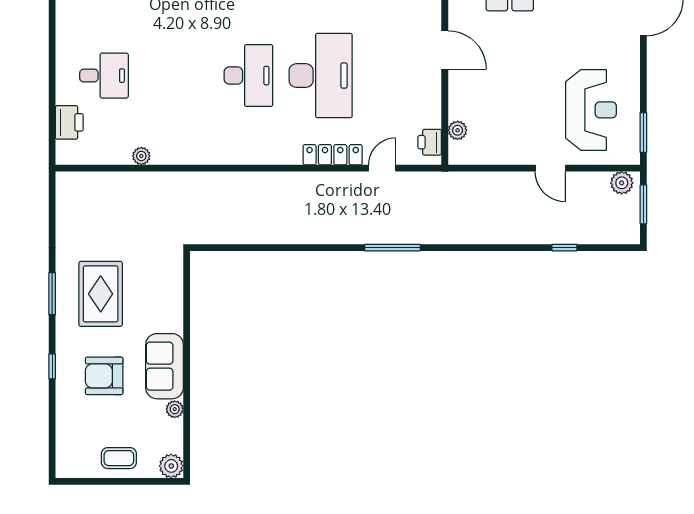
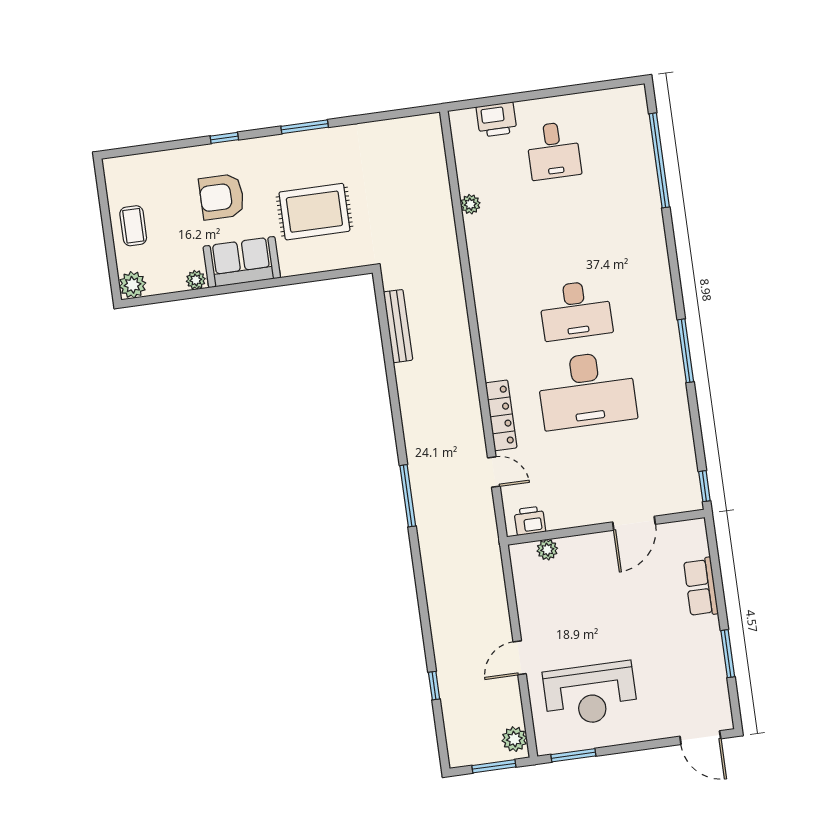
bench: (241, 235) -> (398, 326), added
rug: (101, 294) -> (314, 212), moved
armchair: (104, 376) -> (222, 197), turned -90

